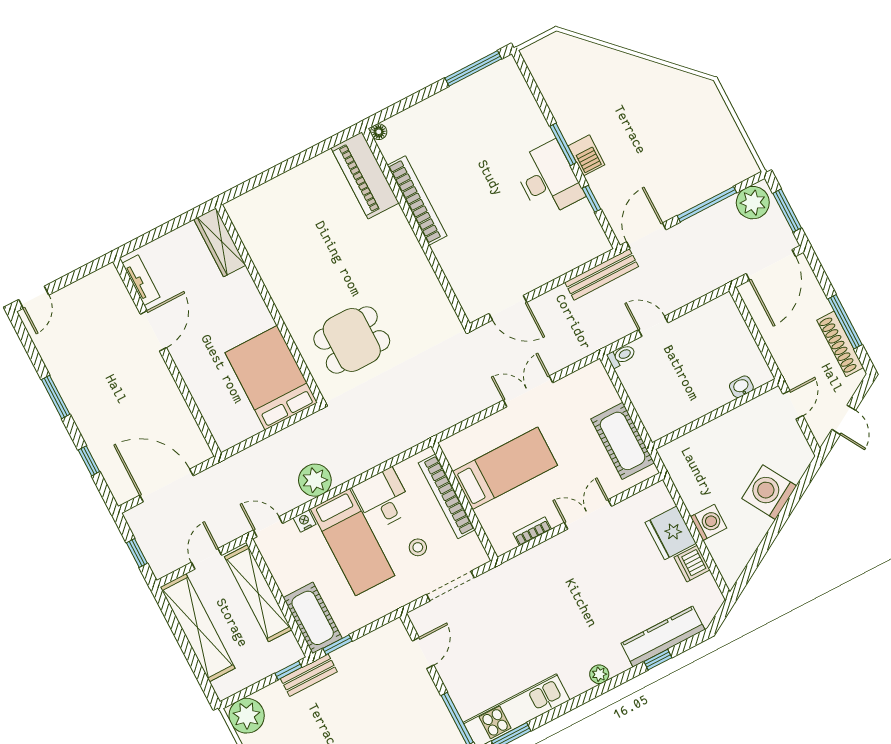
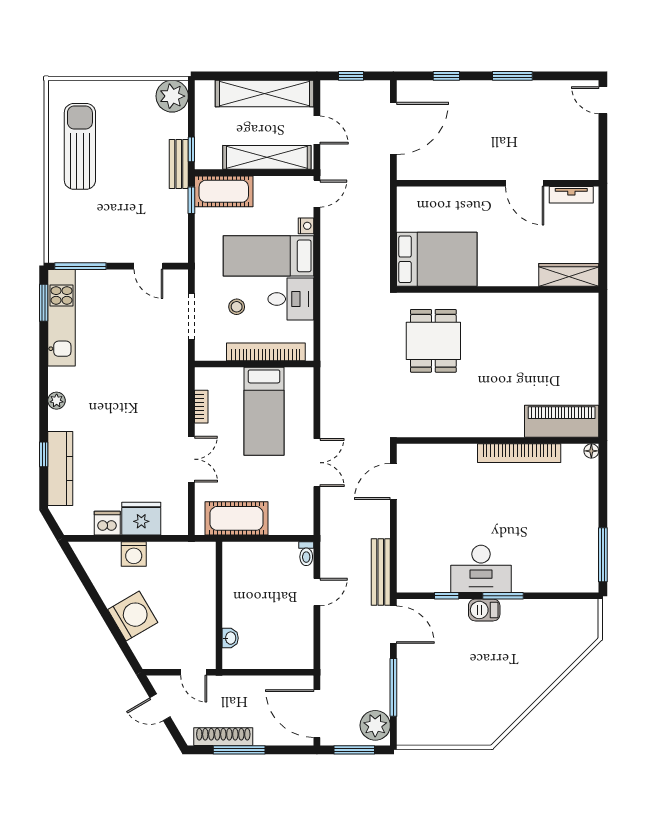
plant: (315, 480) -> (335, 251), removed

